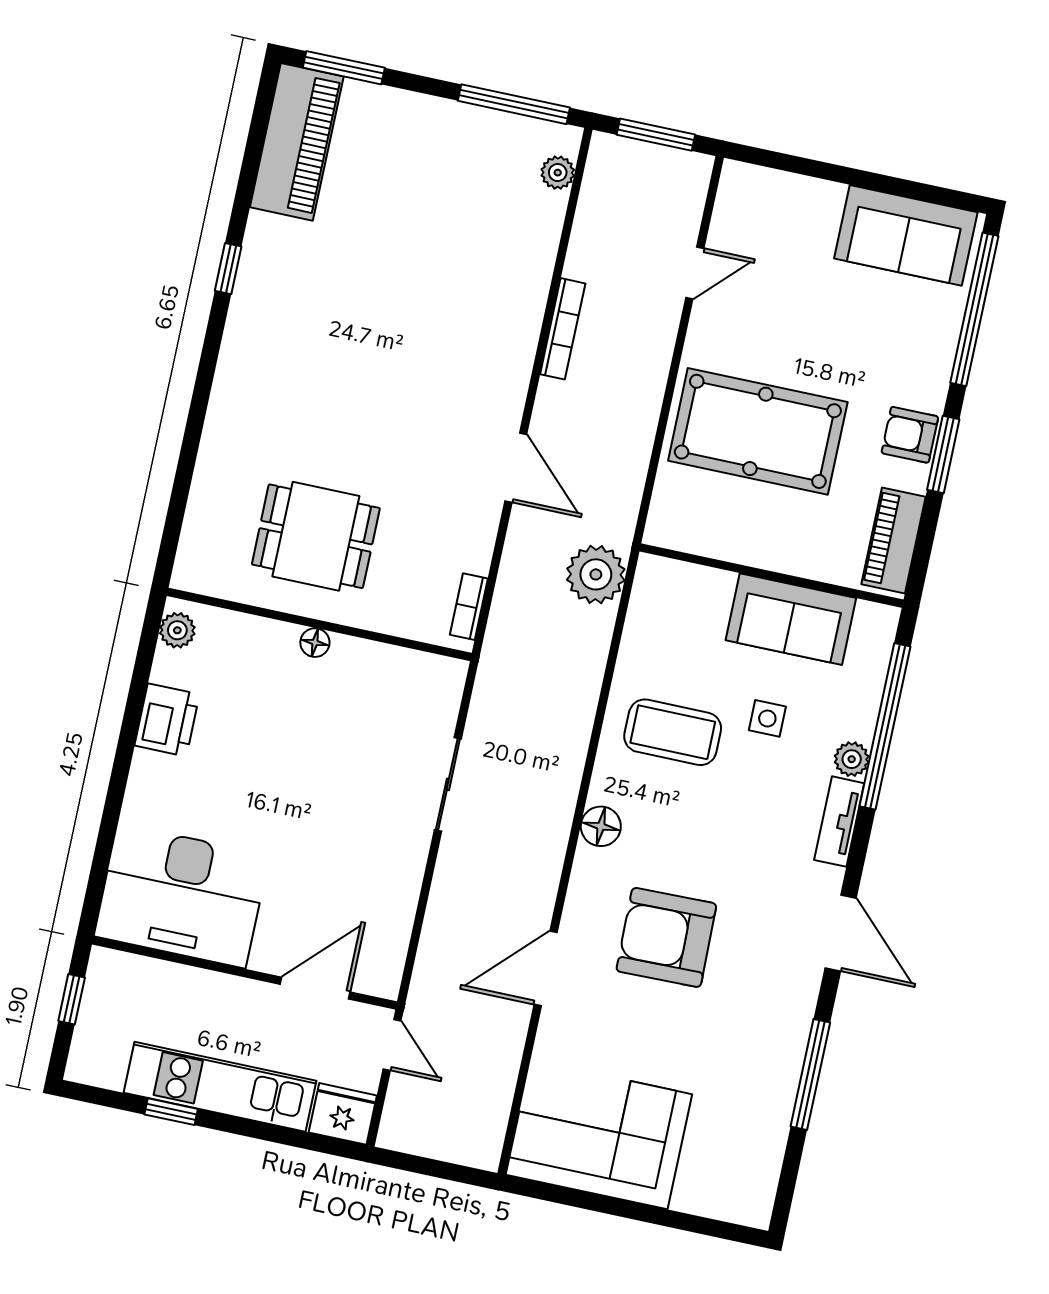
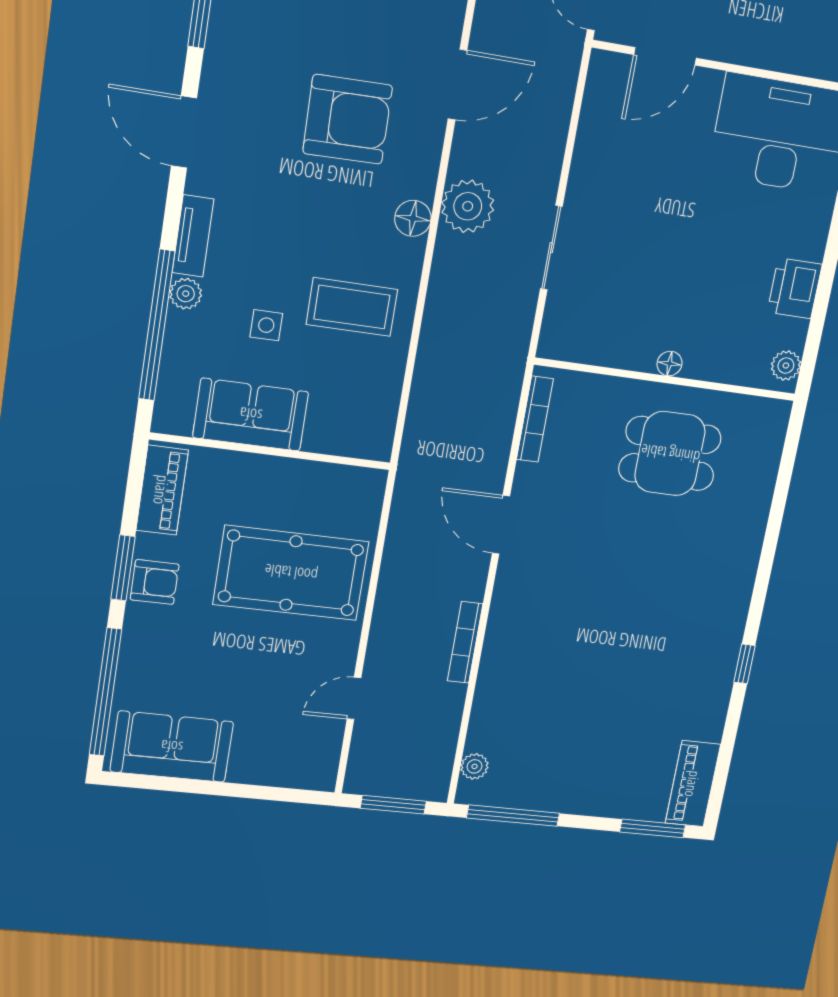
piano: (297, 142) -> (693, 784), width x0.73, depth x0.75
plant: (596, 574) -> (468, 206), moved
bookcase: (469, 607) -> (535, 419), width x1.56

